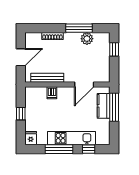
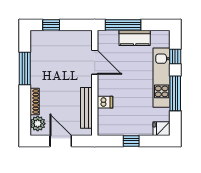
plant: (87, 39) -> (38, 124), moved
kitchen counter: (104, 106) -> (135, 38), moved

